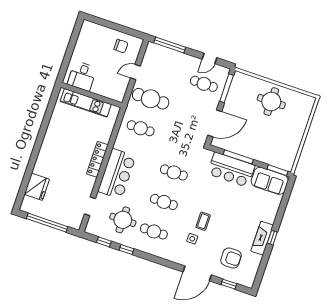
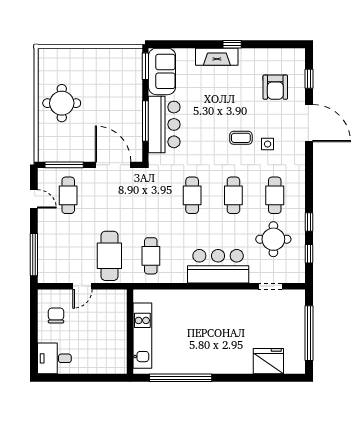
door: (135, 72) -> (82, 286), hinge flipped
desk: (82, 76) -> (54, 358), moved, turned 180
window: (46, 120) -> (181, 378), added
locker: (97, 159) -> (208, 297), removed
fireplace: (262, 238) -> (217, 57), moved
armchair: (231, 258) -> (275, 87), turned 180

